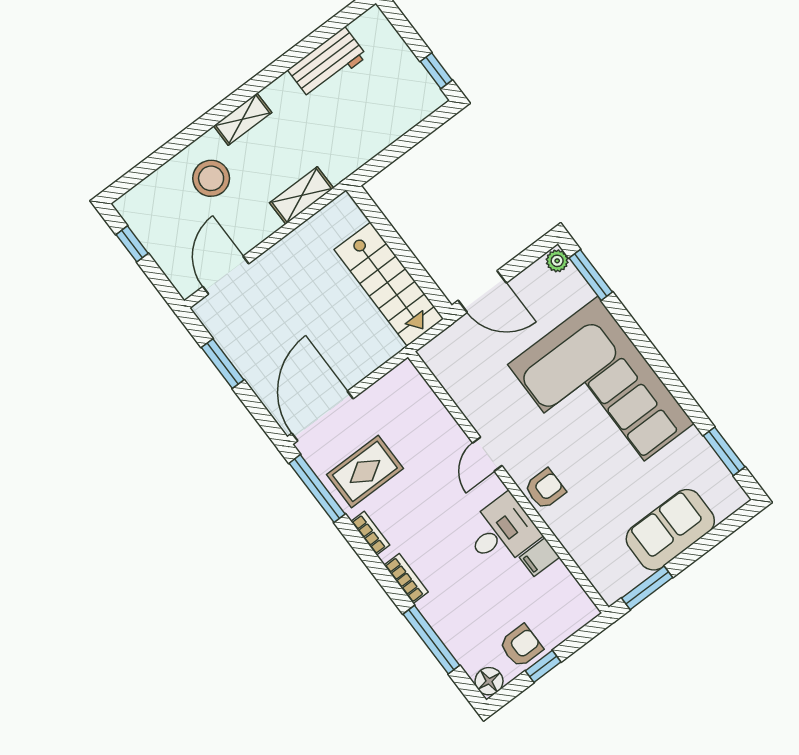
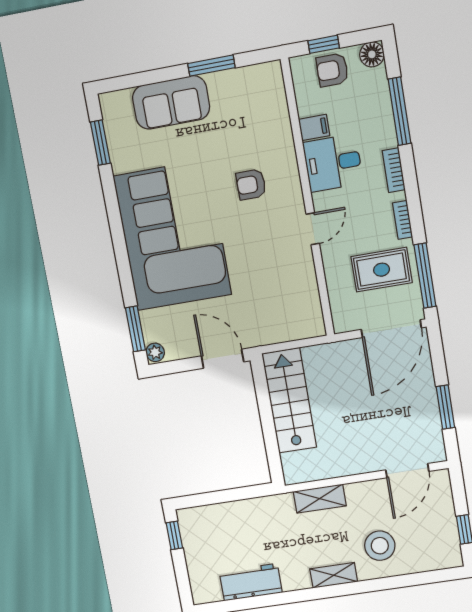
door: (487, 454) -> (313, 229), moved
wall: (508, 482) -> (308, 199), moved
desk: (502, 532) -> (333, 163), moved
filing cabinet: (539, 557) -> (314, 127), moved

